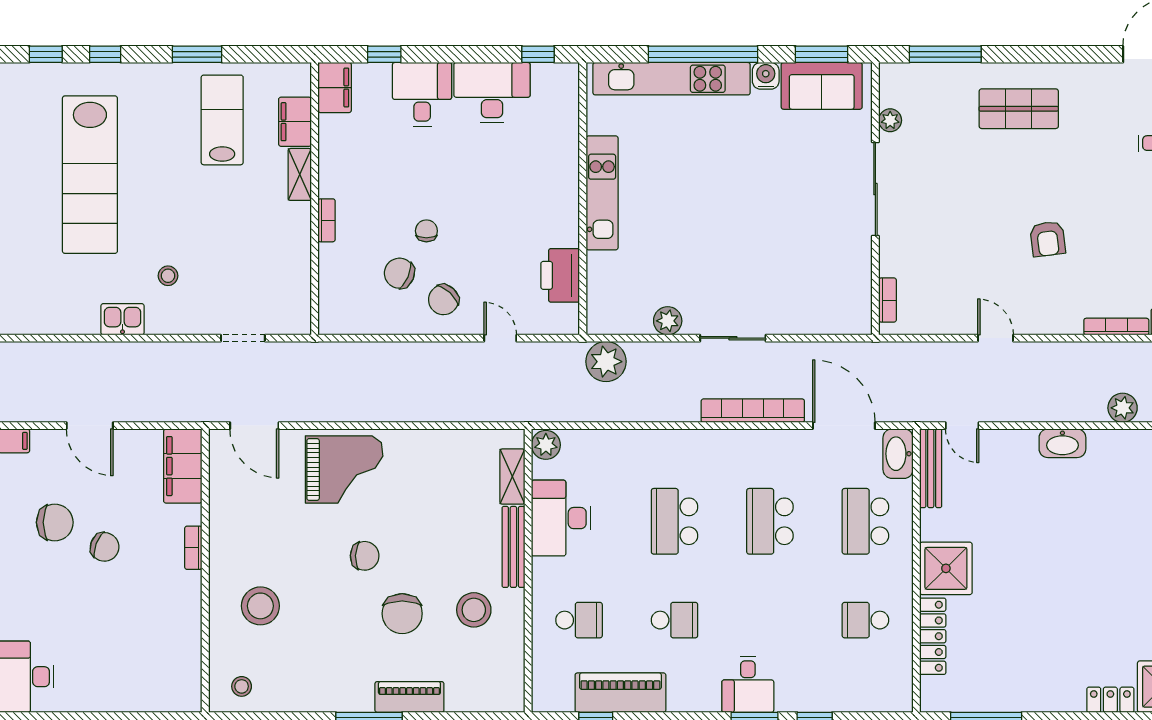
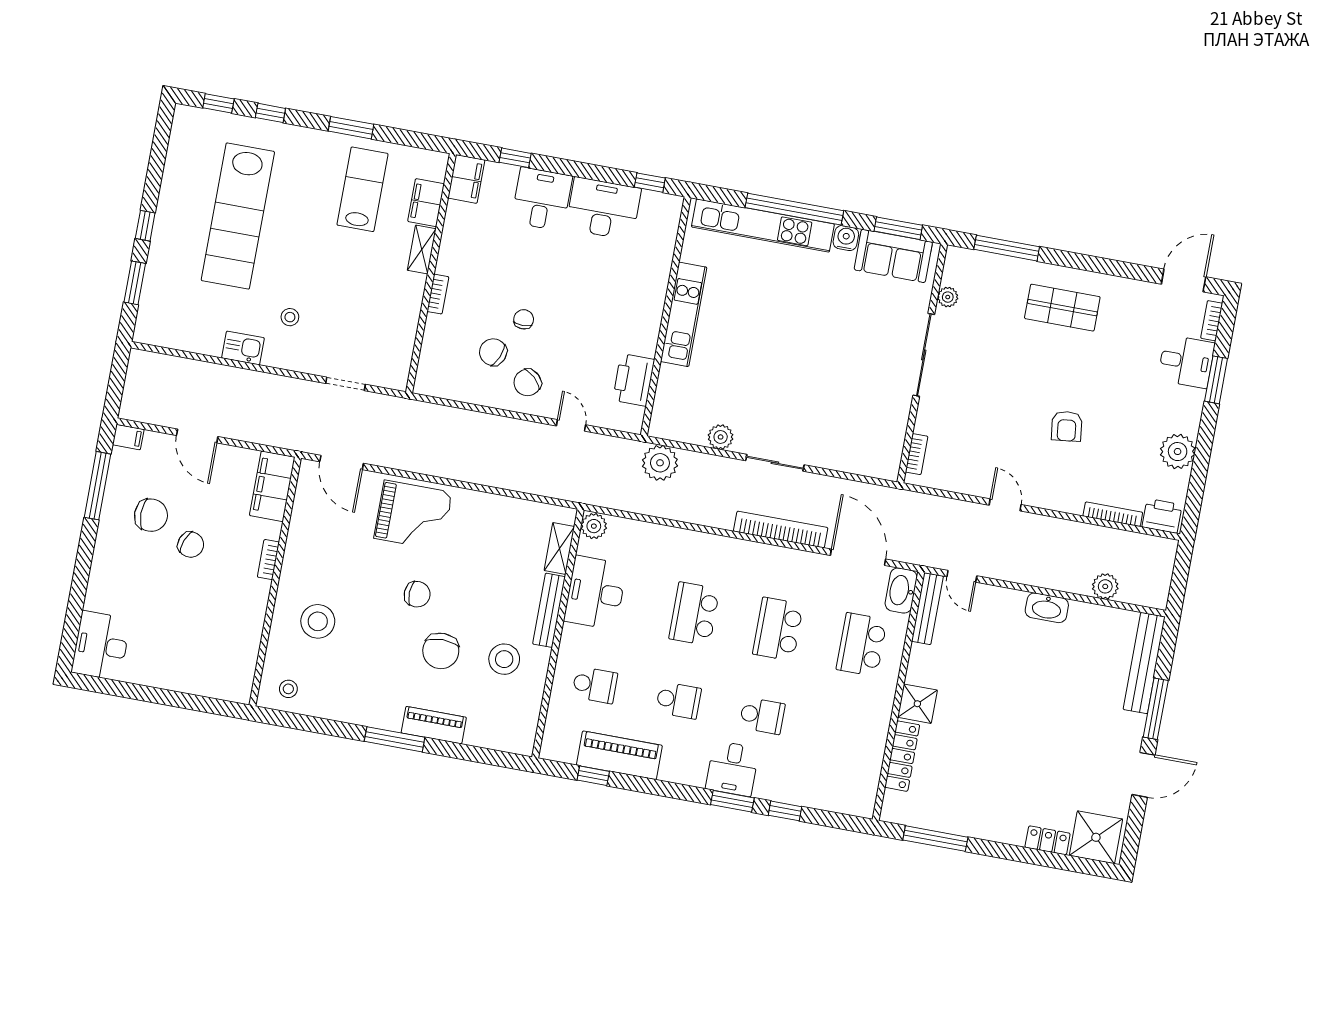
shower: (946, 568) -> (917, 704), width x0.73, depth x0.73
school desk: (865, 620) -> (762, 716), moved, turned 180

